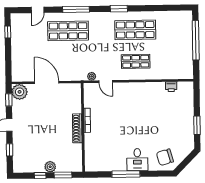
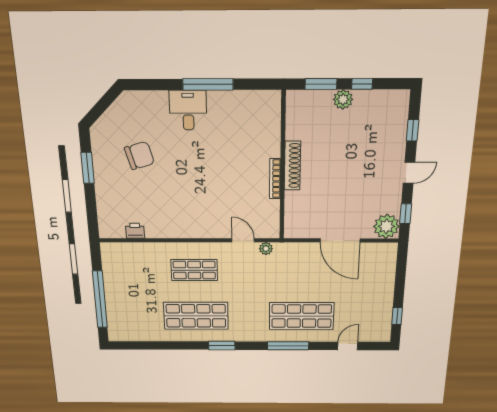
chair: (165, 157) -> (139, 156), moved

